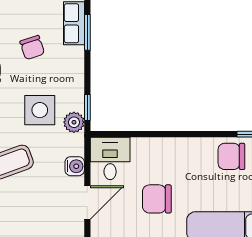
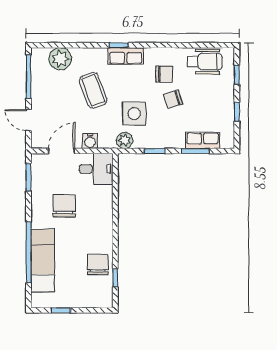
chair: (32, 48) -> (173, 99), moved
window: (87, 107) -> (155, 151), moved
door: (87, 203) -> (61, 151), swing flipped

